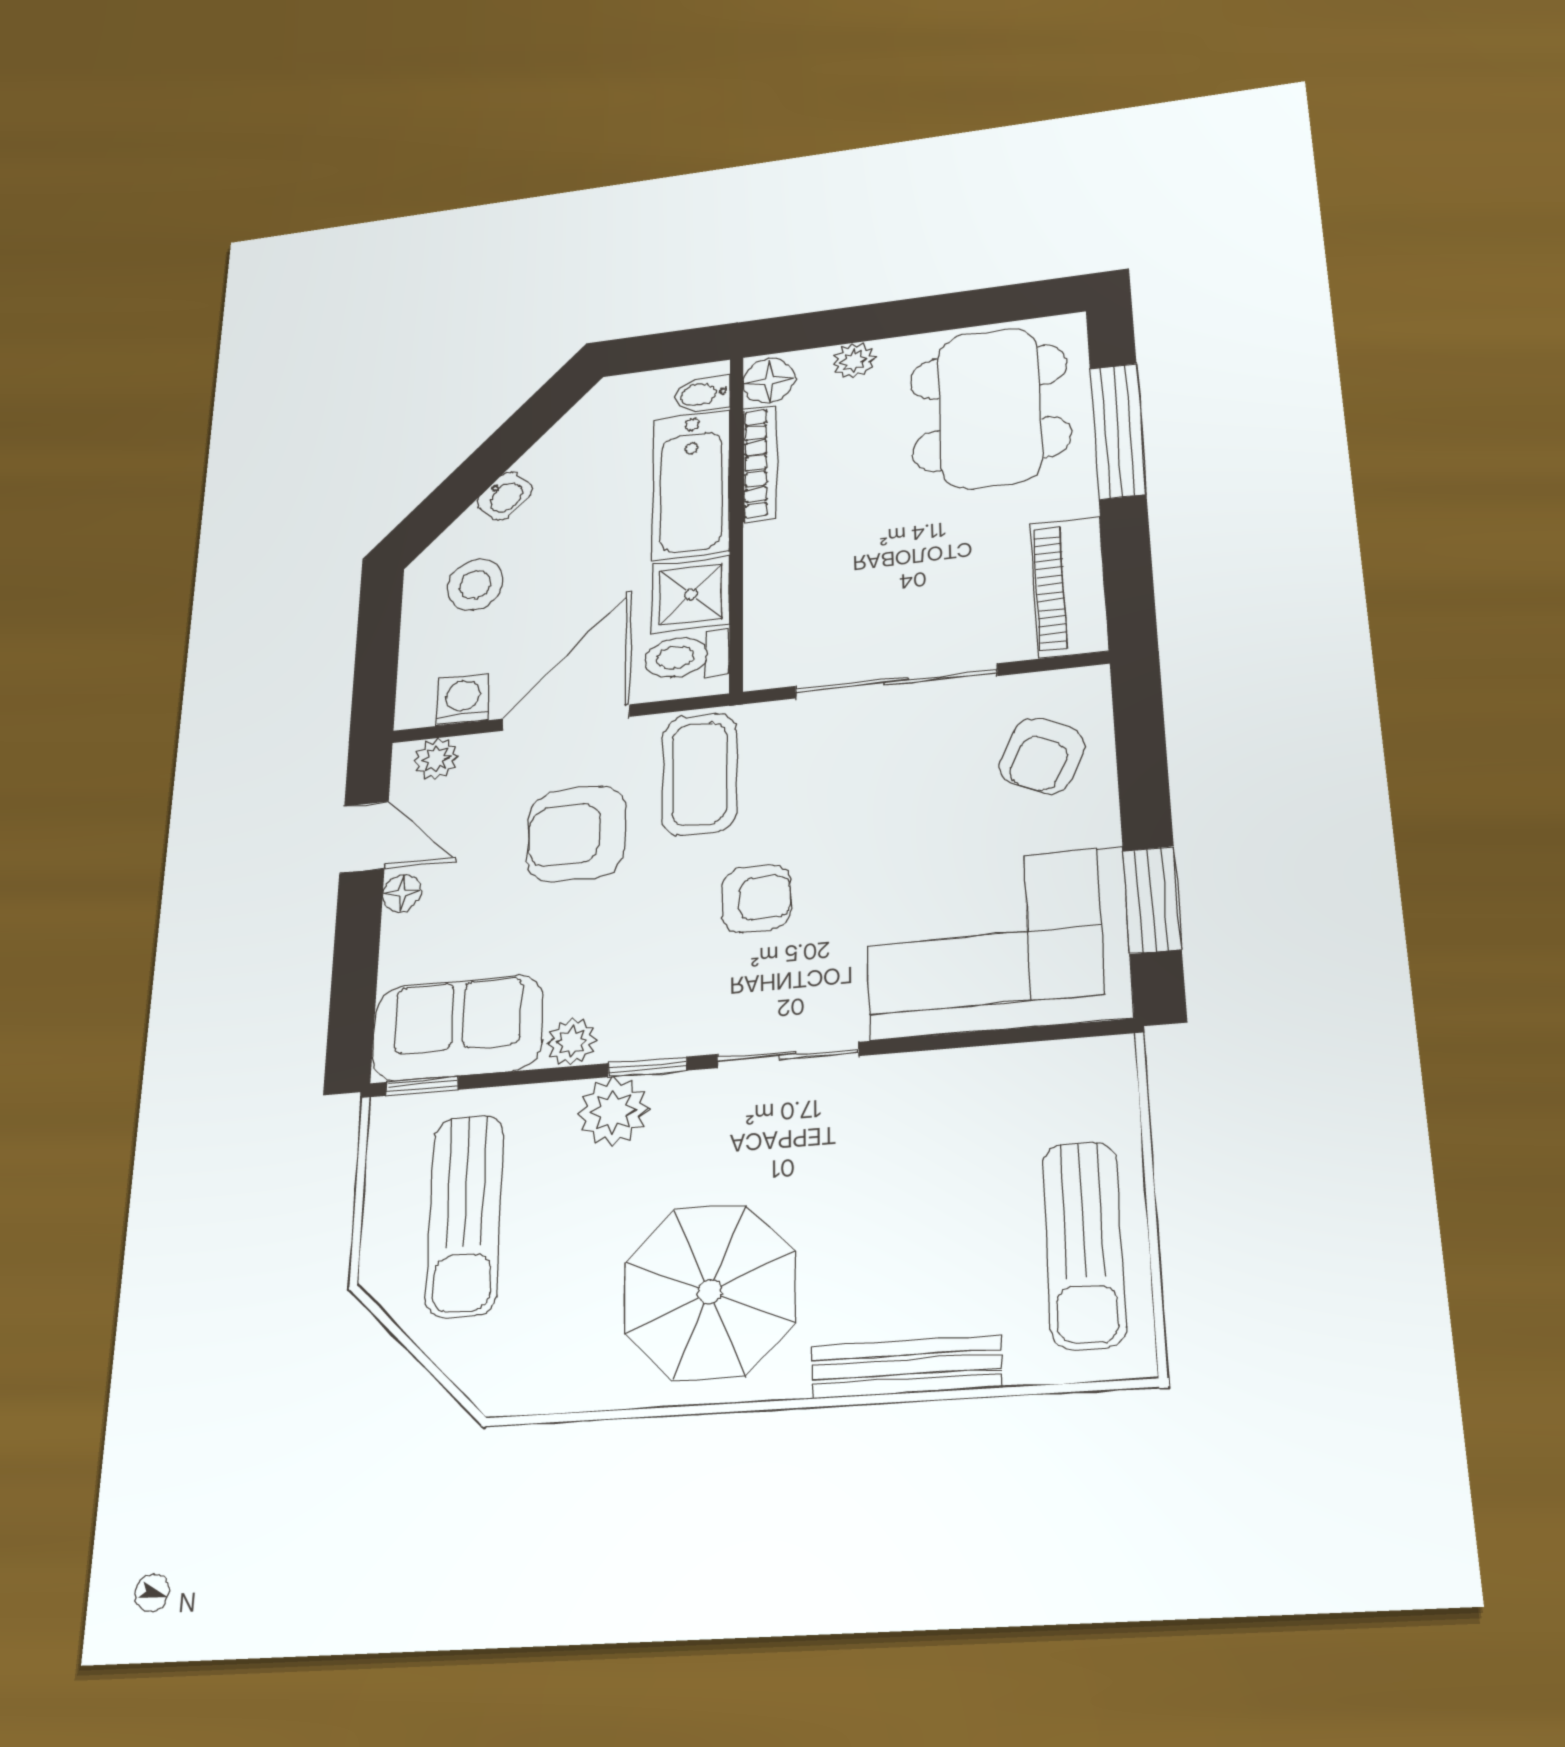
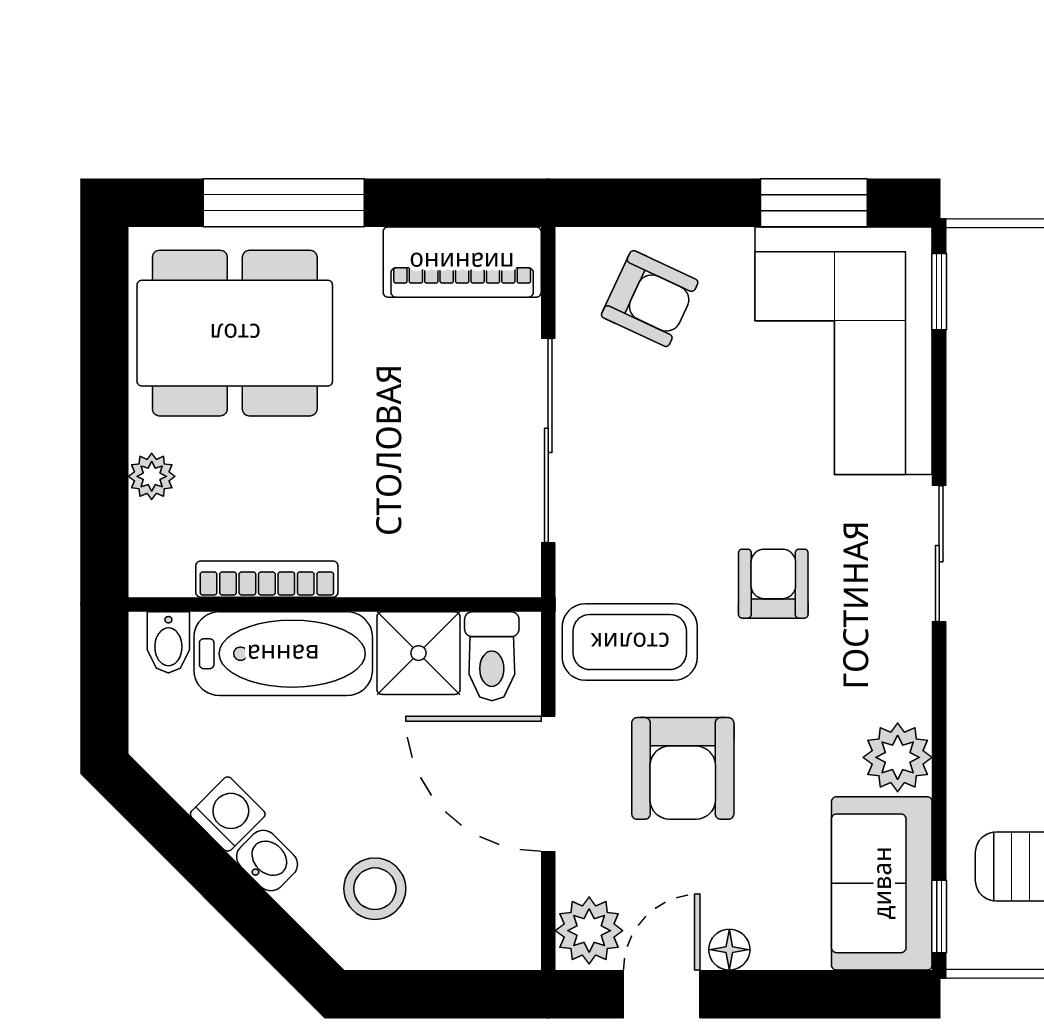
floor lamp: (769, 381) -> (163, 569), removed
washing machine: (463, 700) -> (228, 814), moved, turned 135
plant: (436, 759) -> (589, 931), width x1.38, depth x1.38
plant: (572, 1042) -> (898, 757), width x1.38, depth x1.38
window: (647, 1067) -> (939, 292), moved
plant: (613, 1112) -> (982, 724), removed

